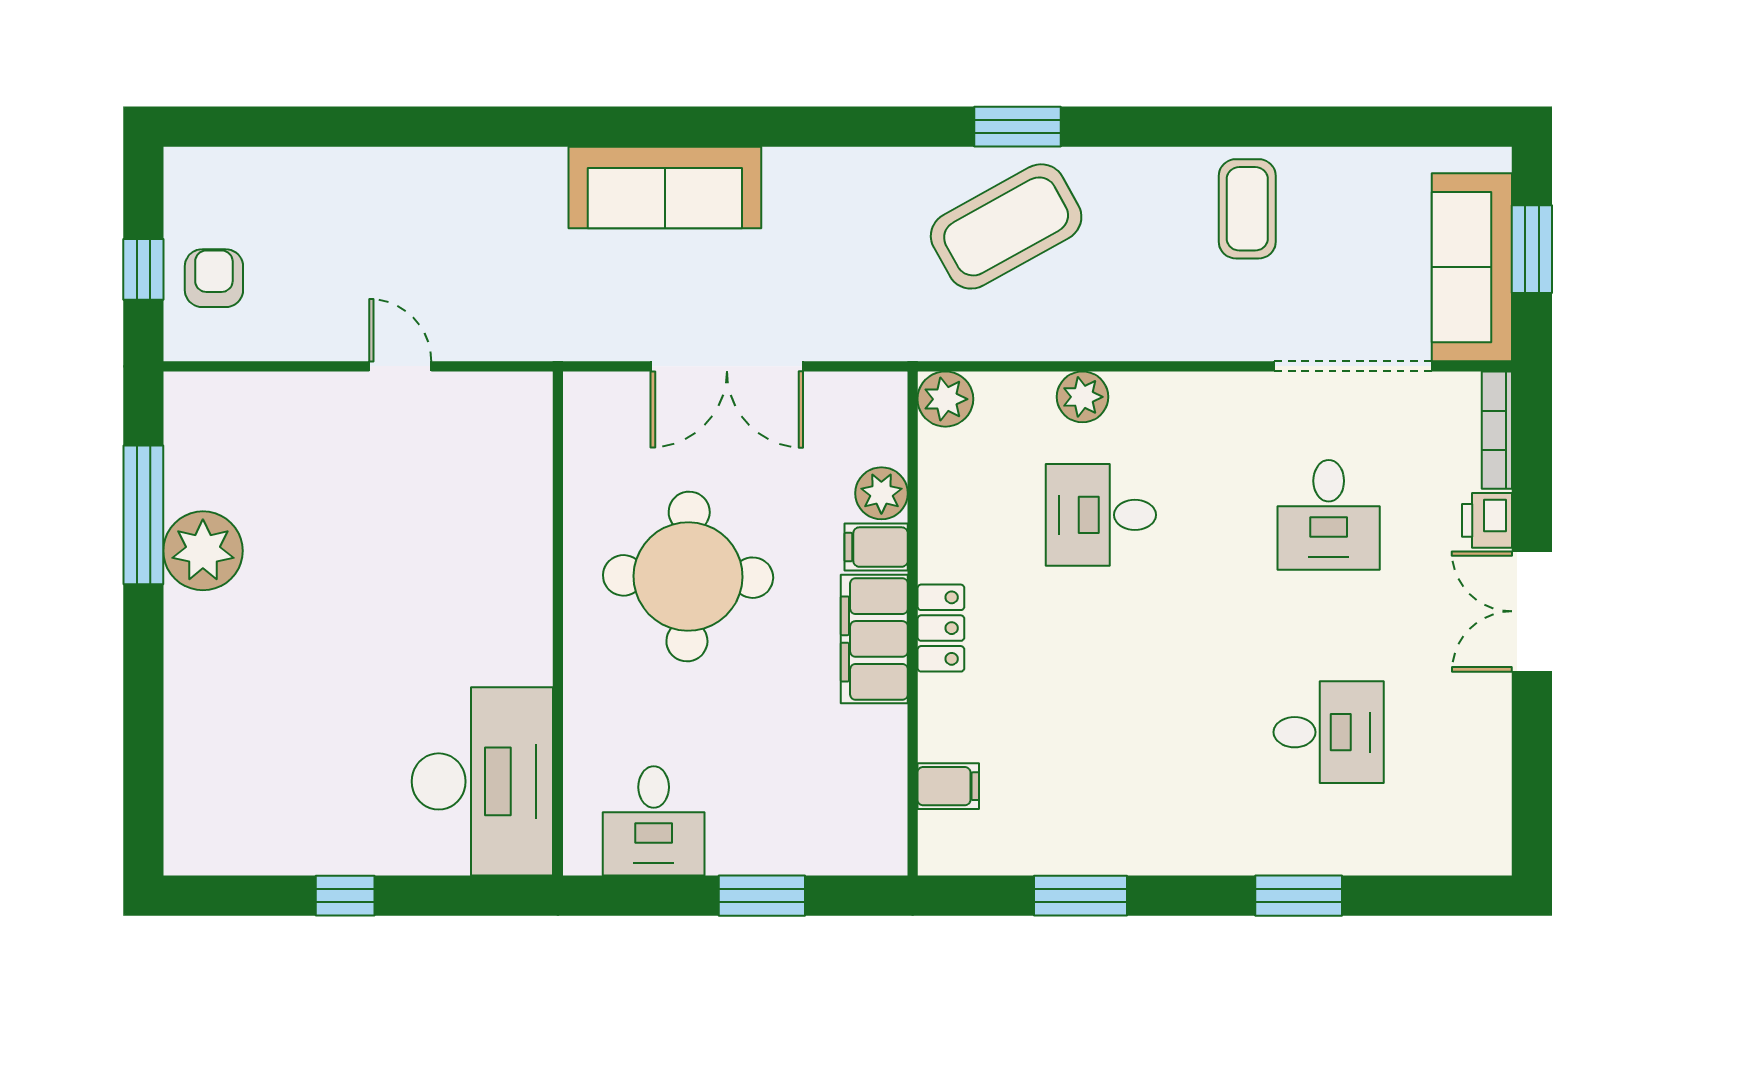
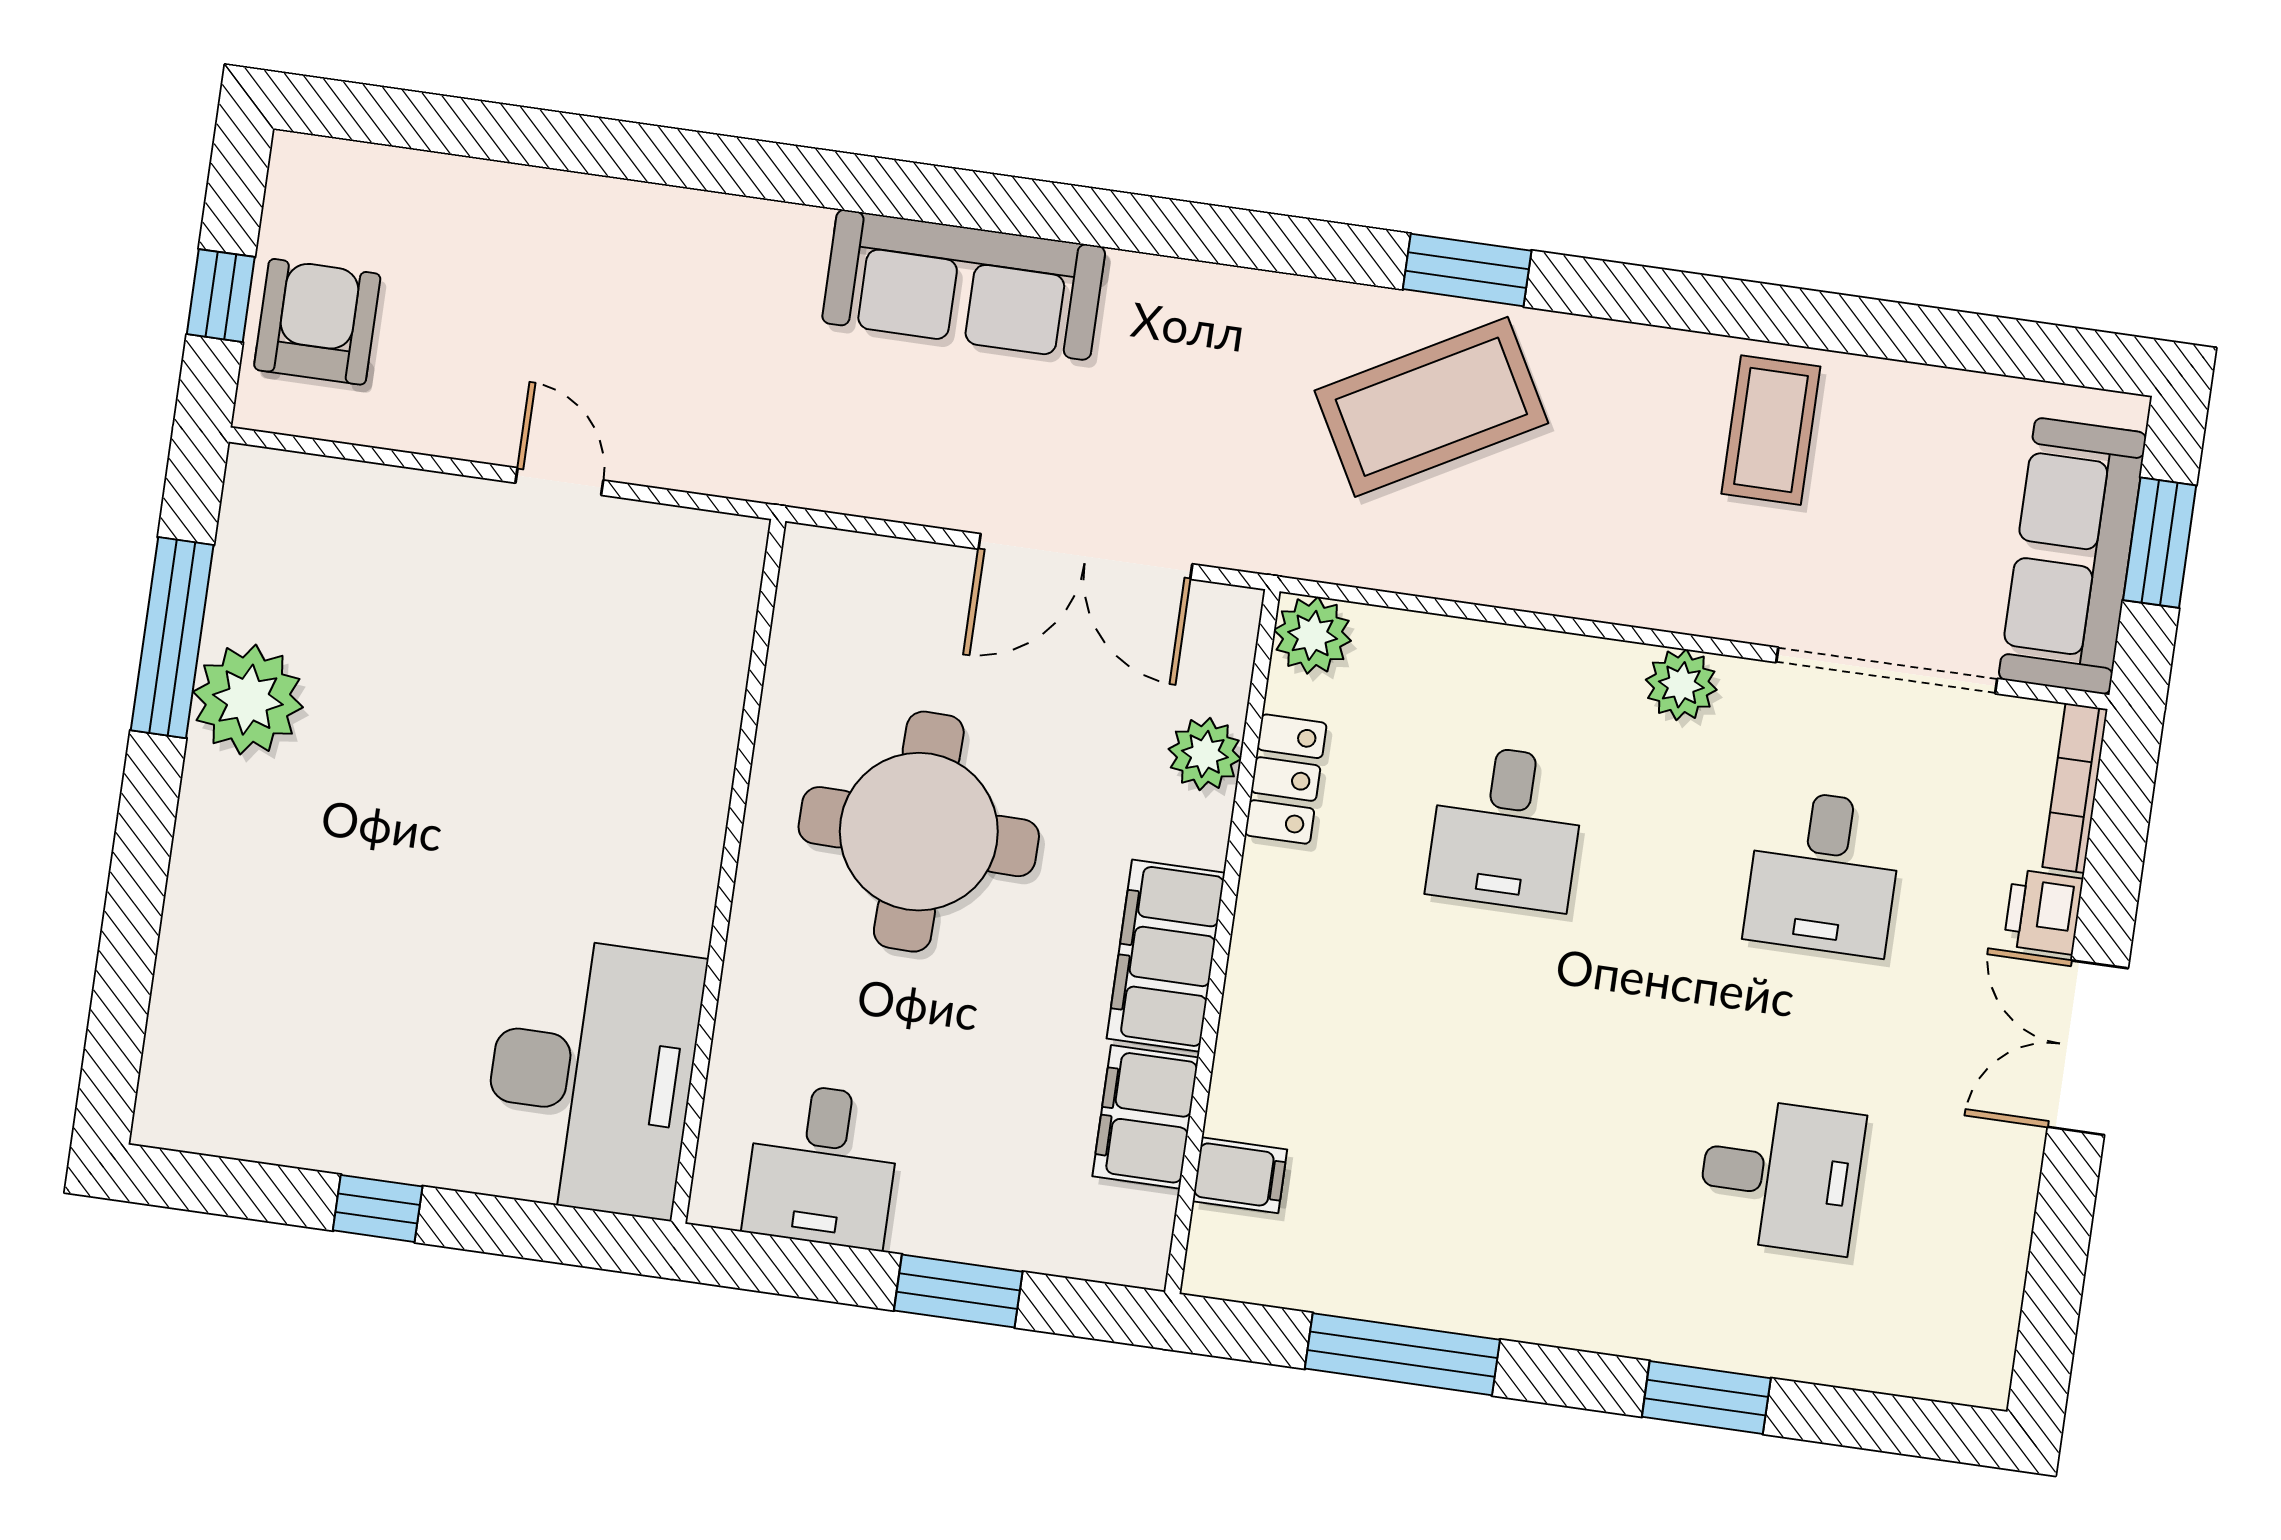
armchair: (214, 278) -> (317, 322), width x1.38, depth x1.38
double door: (727, 366) -> (1085, 556), moved
plant: (1082, 397) -> (1681, 685), moved
desk: (1101, 515) -> (1506, 828), turned -90
filing cabinet: (876, 547) -> (1146, 1117), moved, width x2.00
locker: (941, 628) -> (1286, 779), moved
window: (1080, 896) -> (1402, 1354), width x1.44

